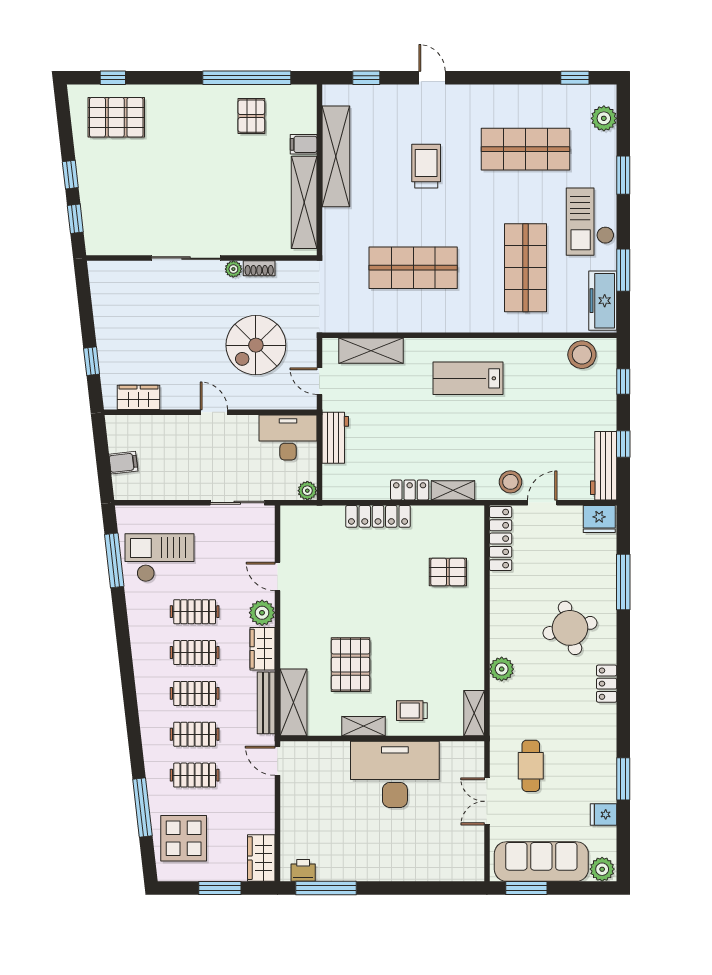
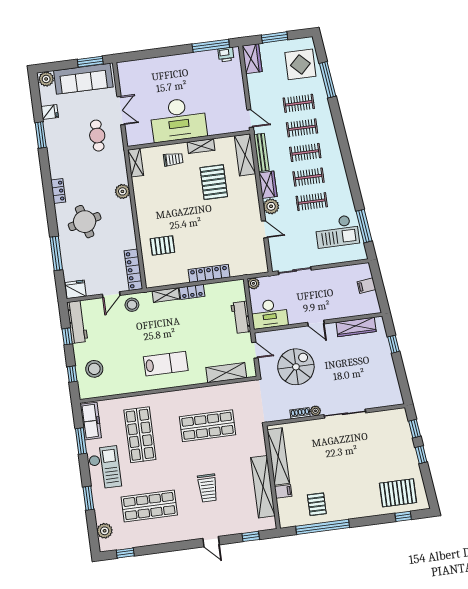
stool: (582, 355) -> (94, 369), moved
wardrobe: (139, 397) -> (356, 327), width x1.50

